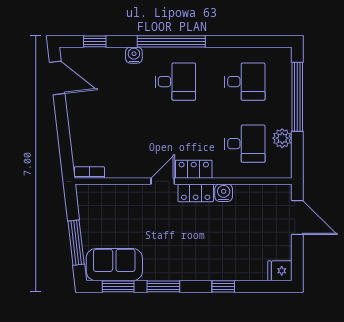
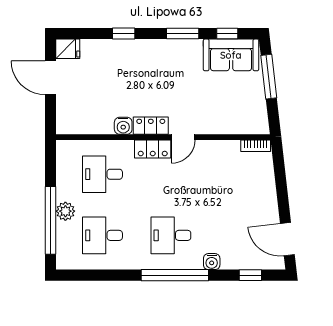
plant: (282, 138) -> (65, 211), moved
door: (297, 217) -> (51, 78), moved
window: (118, 286) -> (227, 34), width x0.67

